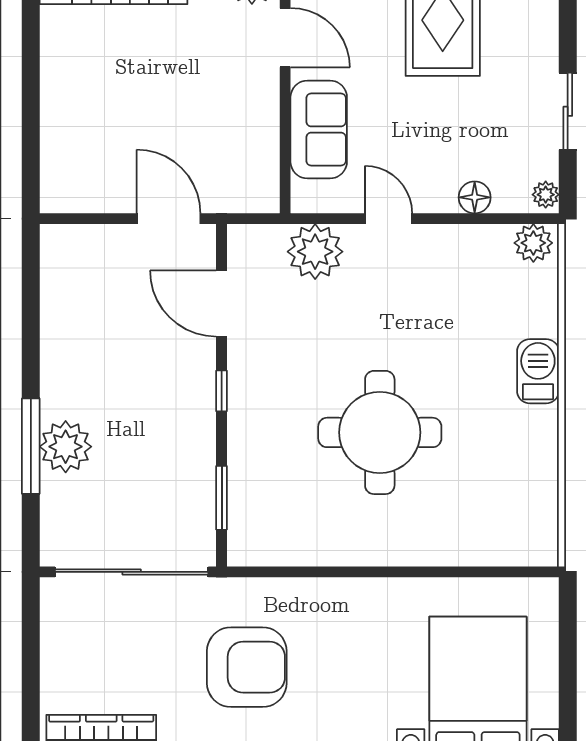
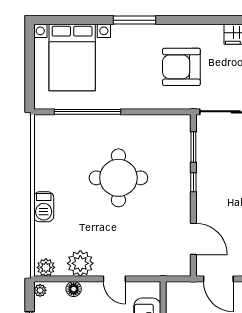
plant: (315, 252) -> (80, 263), moved
window: (222, 391) -> (193, 182), moved
window: (445, 572) -> (87, 112), added

